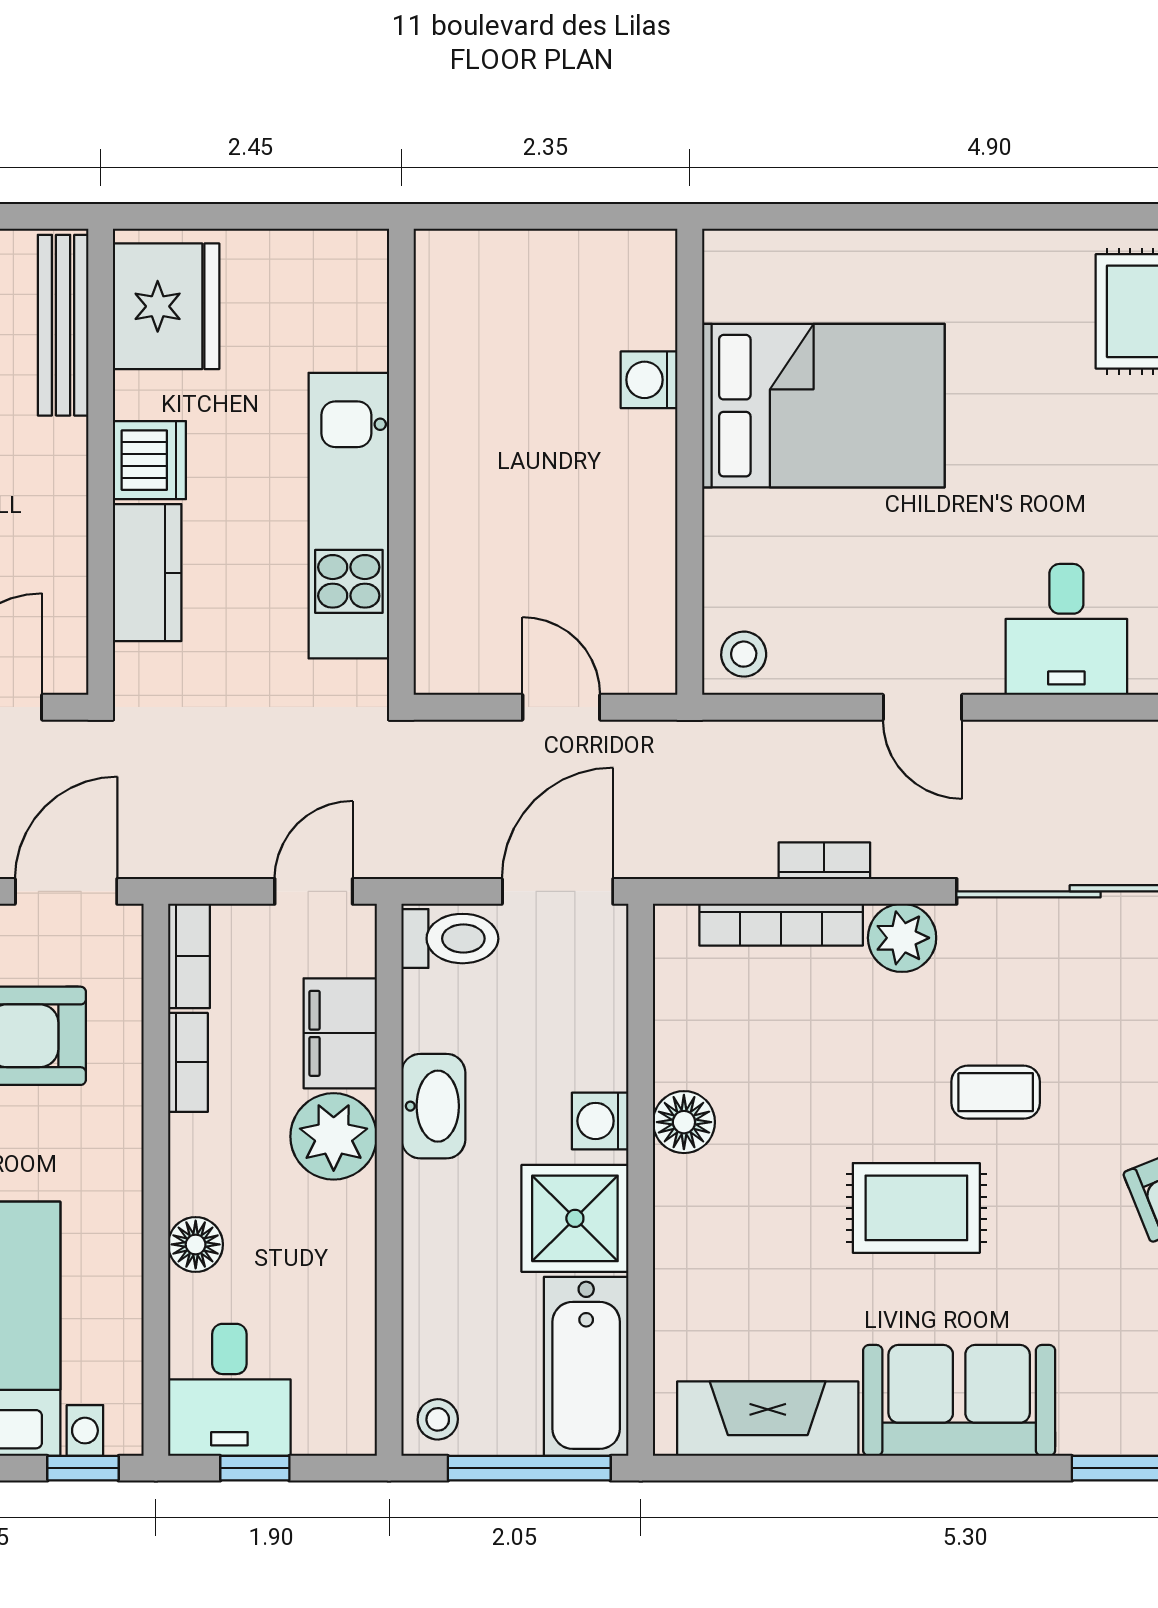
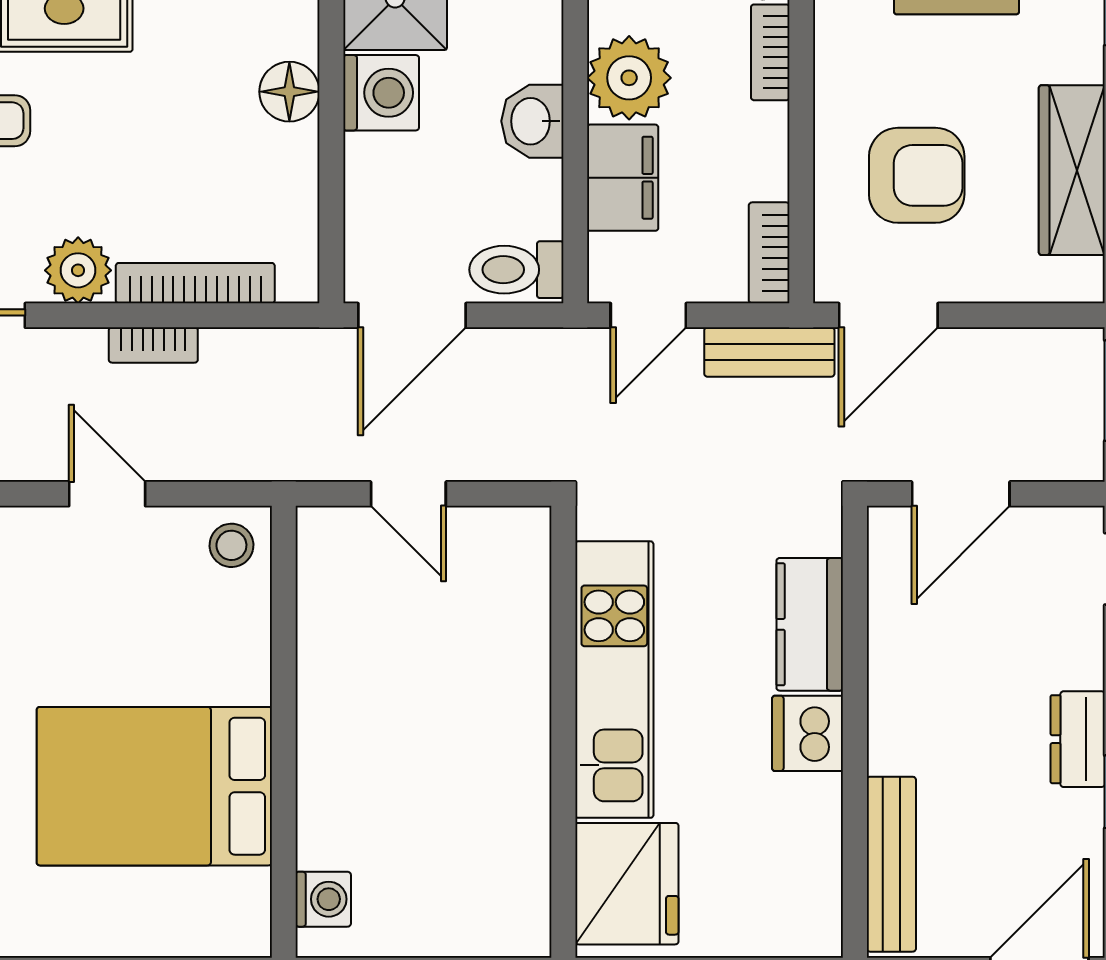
fridge: (166, 306) -> (627, 884), moved, turned 180
washing machine: (649, 380) -> (323, 899), moved
door: (922, 707) -> (107, 494), moved
bench: (189, 853) -> (769, 352), added
bookcase: (188, 1062) -> (770, 52), moved
washbasin: (433, 1106) -> (532, 121), width x0.72
washing machine: (600, 1121) -> (381, 93), width x1.38, depth x1.38

